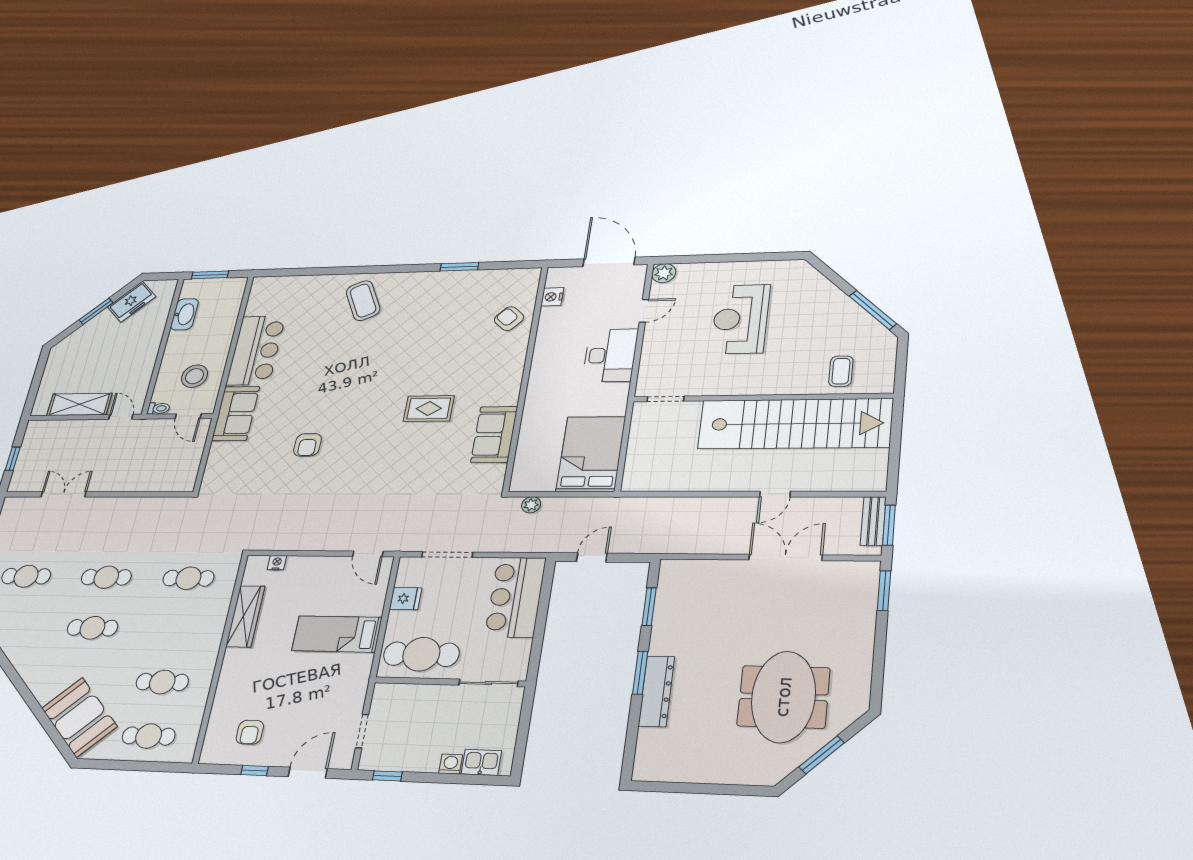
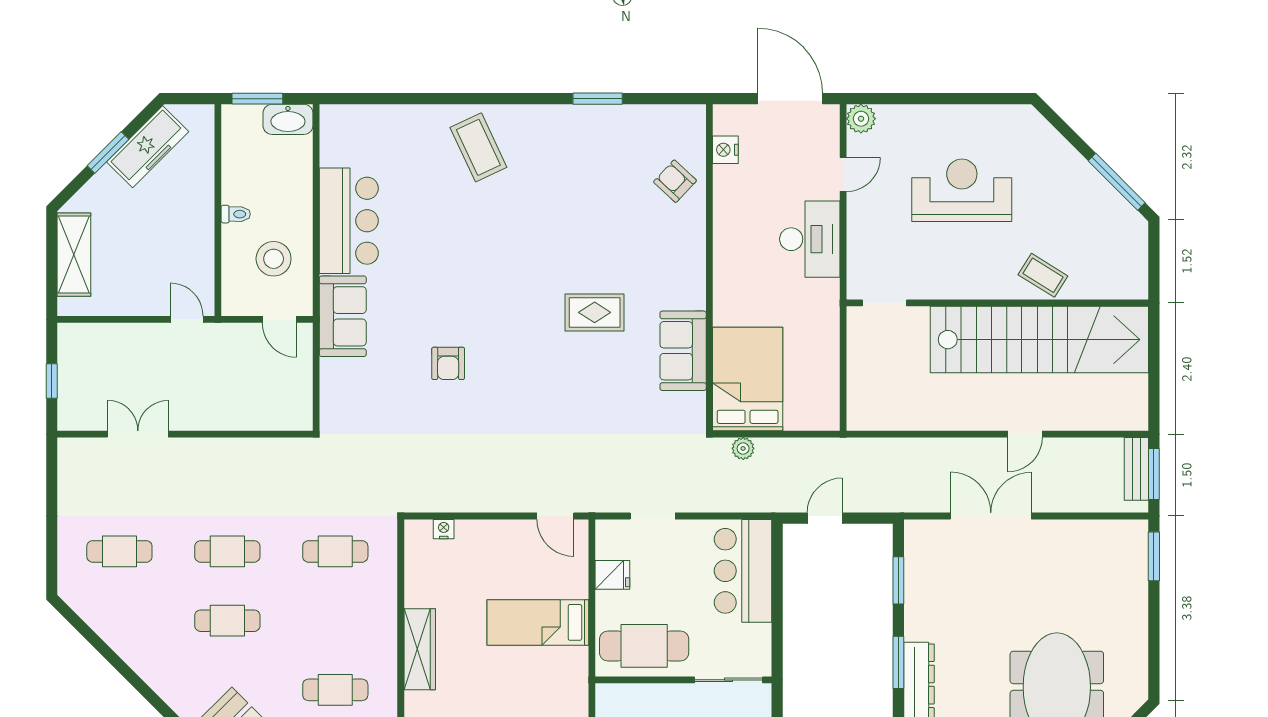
freezer: (132, 302) -> (148, 147), width x1.40
washbasin: (184, 314) -> (288, 119), moved, turned 90
reception desk: (740, 319) -> (962, 190), turned 90
coffee table: (841, 371) -> (1043, 275), moved, turned -58
shelving: (79, 404) -> (74, 255), moved, turned 90
toilet: (158, 408) -> (236, 214), moved
bed: (591, 454) -> (748, 379), moved
doorway: (447, 555) -> (653, 516), width x0.73
double door: (785, 557) -> (991, 516), moved
wardrobe: (245, 616) -> (420, 649), moved

